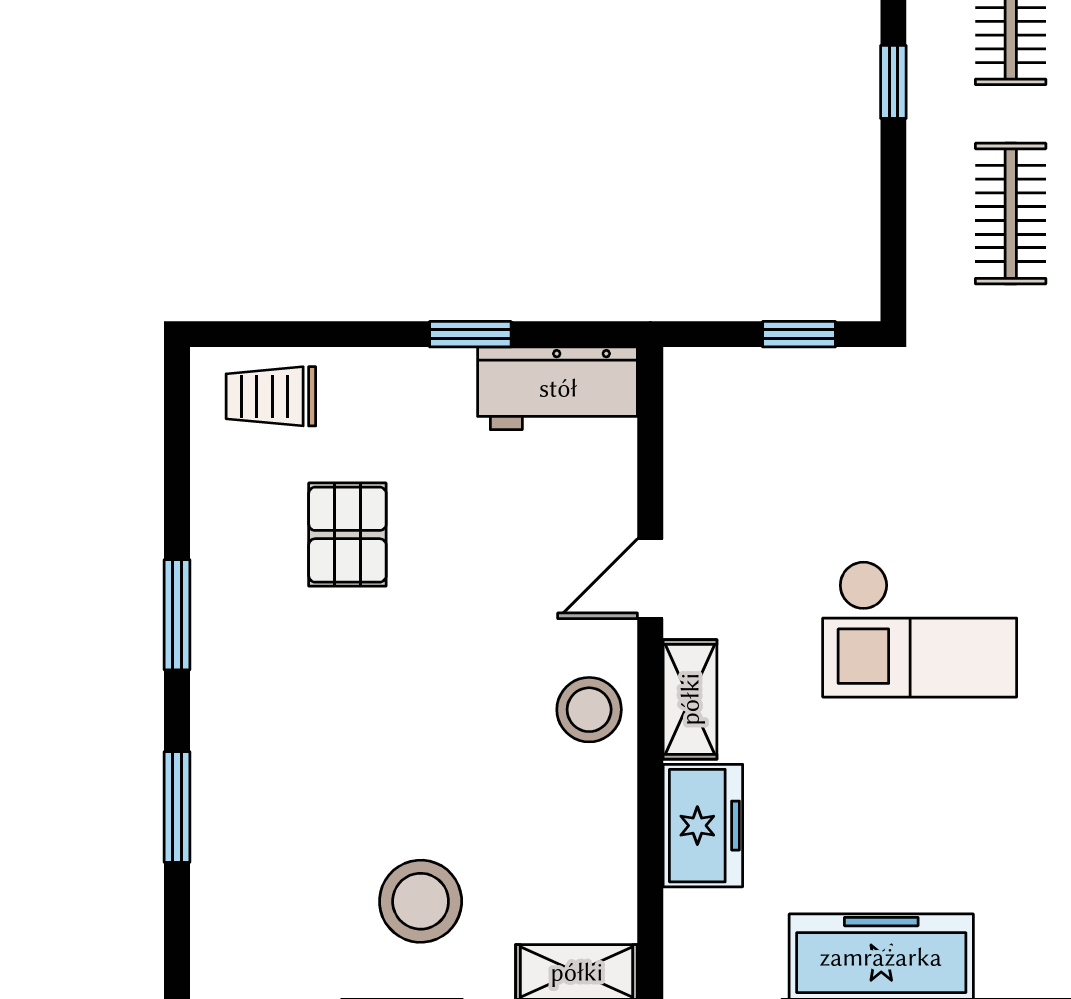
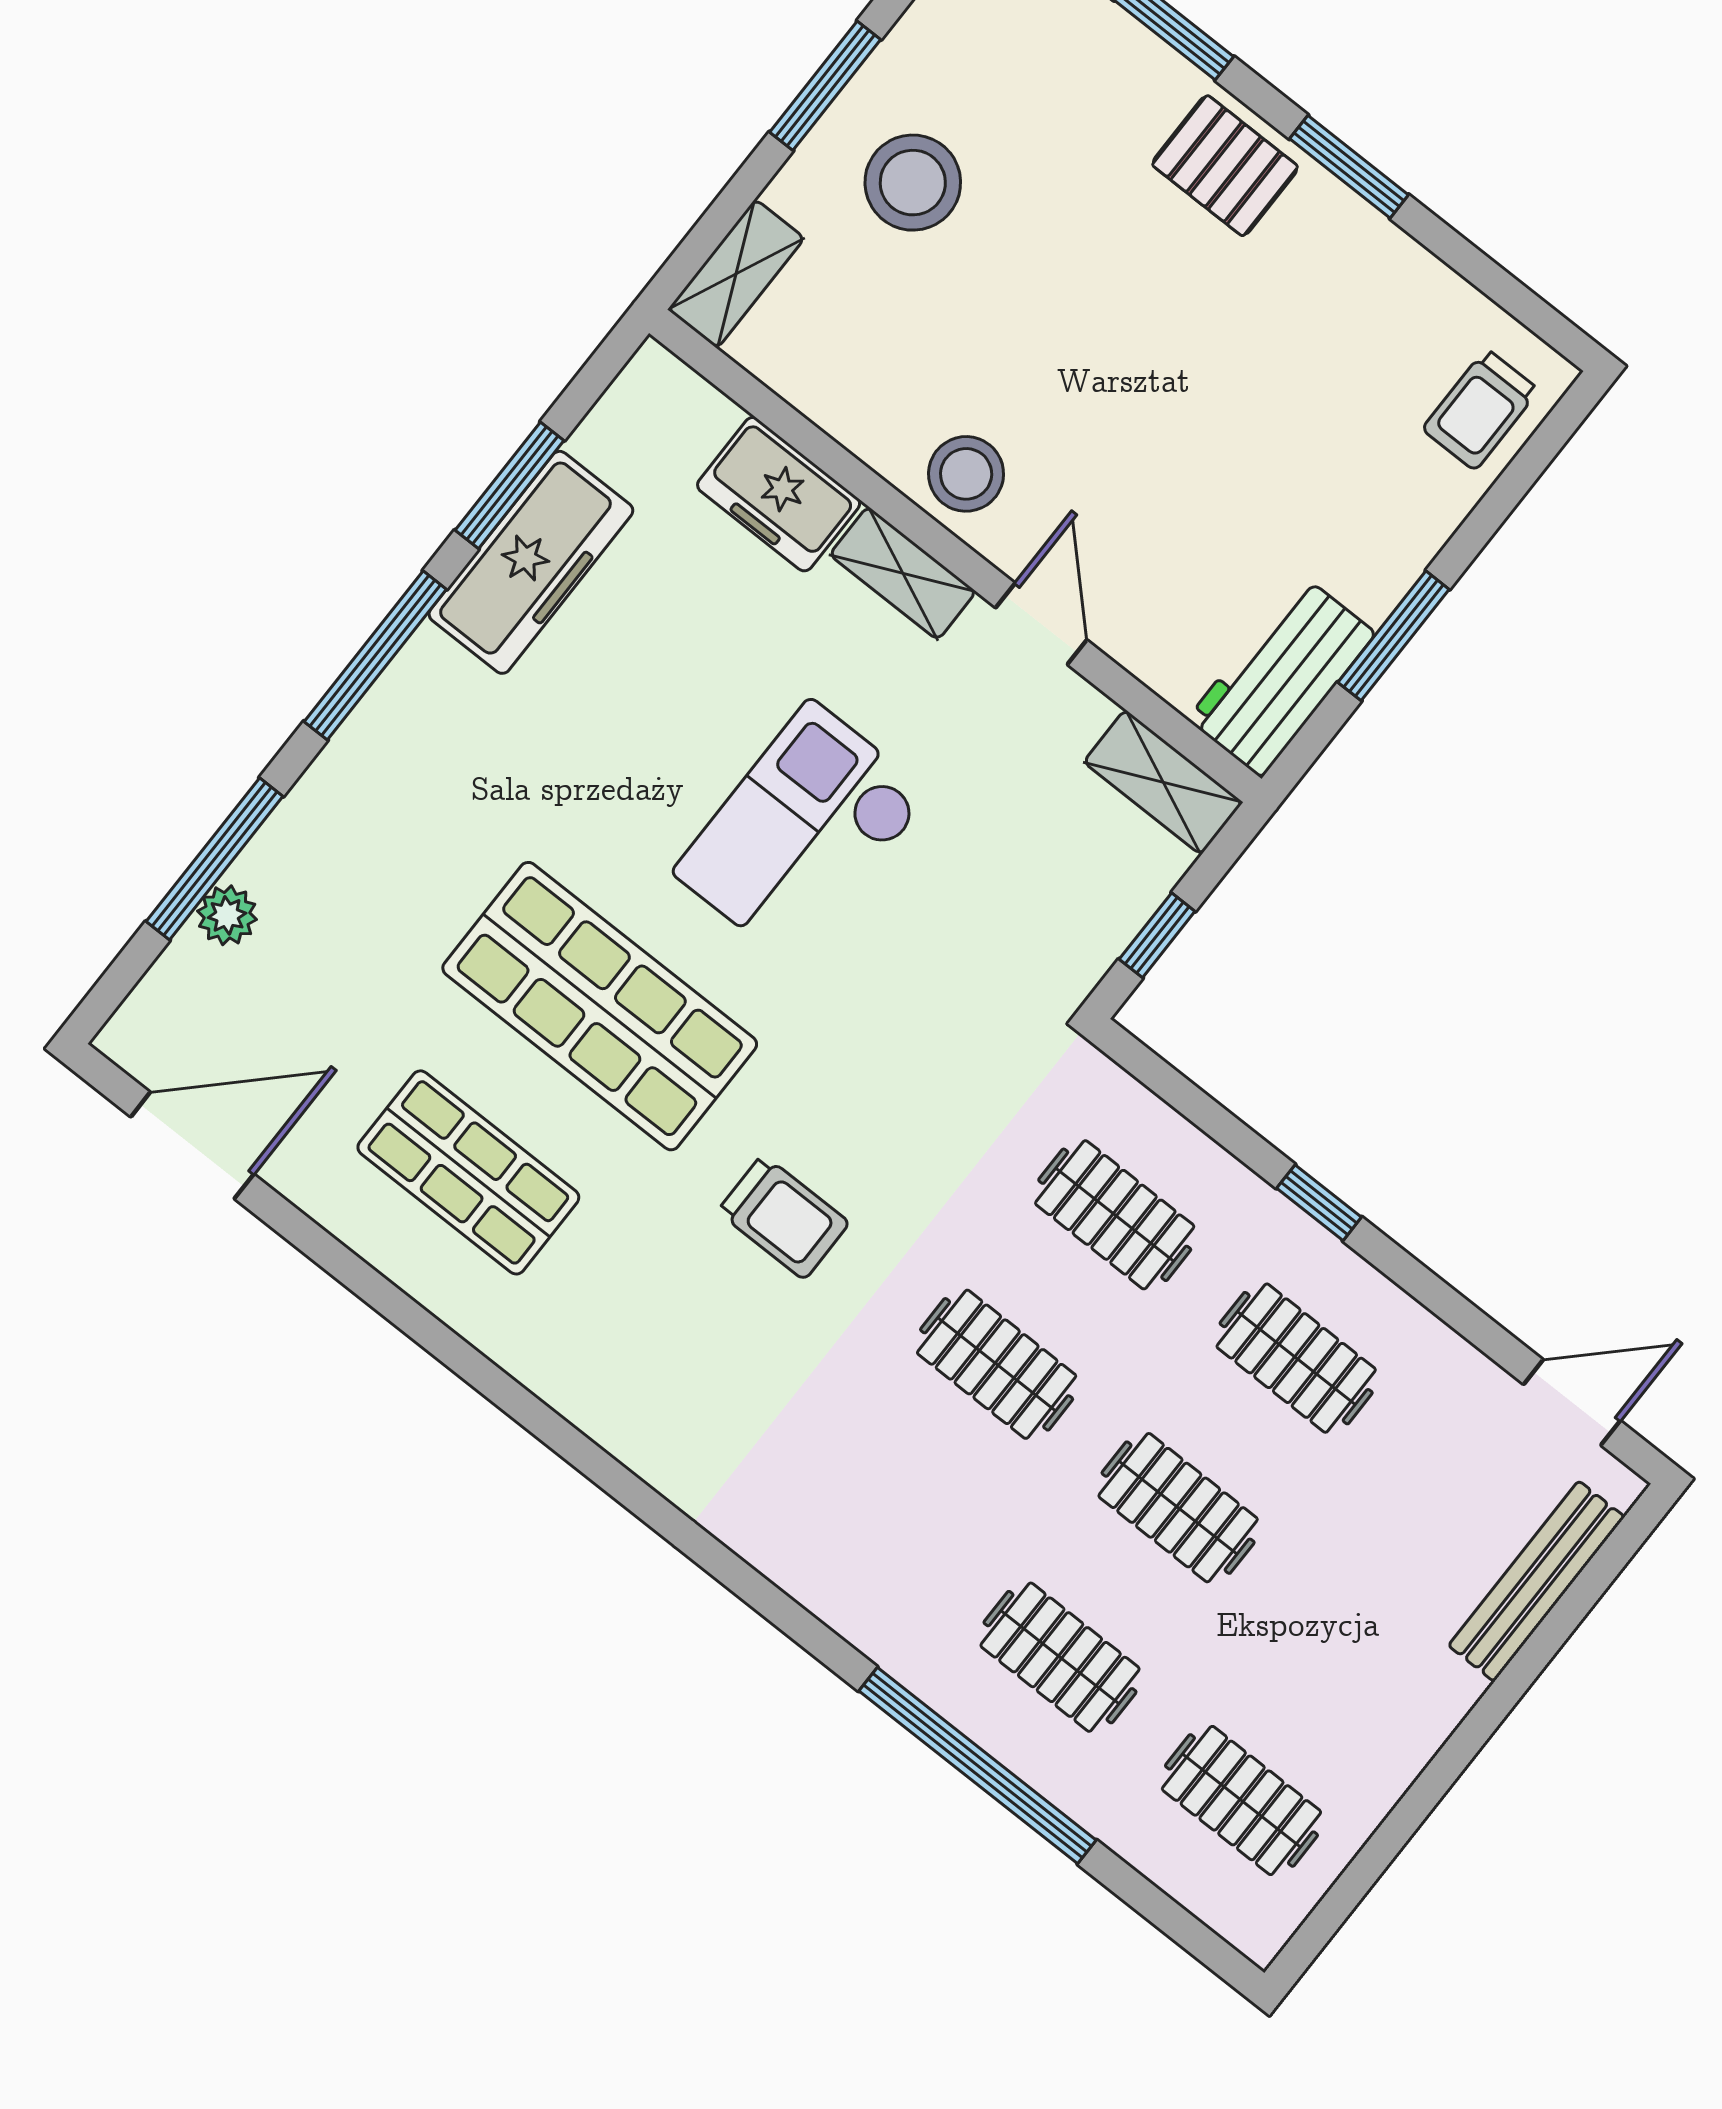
window: (470, 334) -> (1394, 636), width x1.50
trolley: (271, 396) -> (1480, 409), turned 180
shelving: (692, 412) -> (1163, 782), added
pallet: (347, 535) -> (1225, 166), moved

